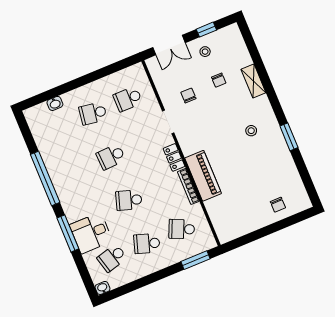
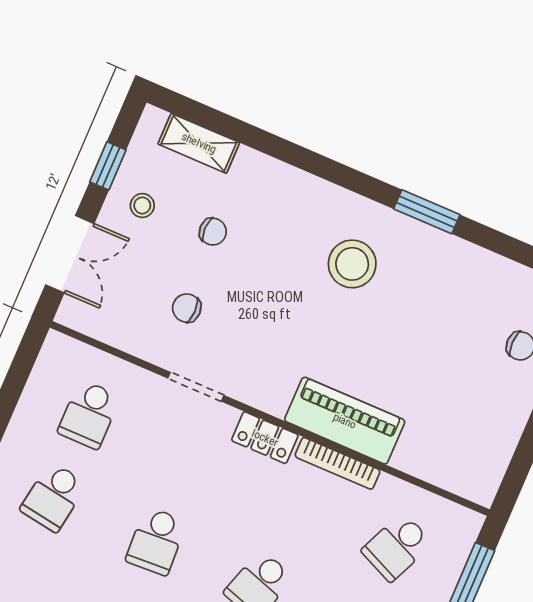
shelving: (253, 81) -> (199, 143), moved
stool: (251, 131) -> (352, 264), width x1.89, depth x1.89

